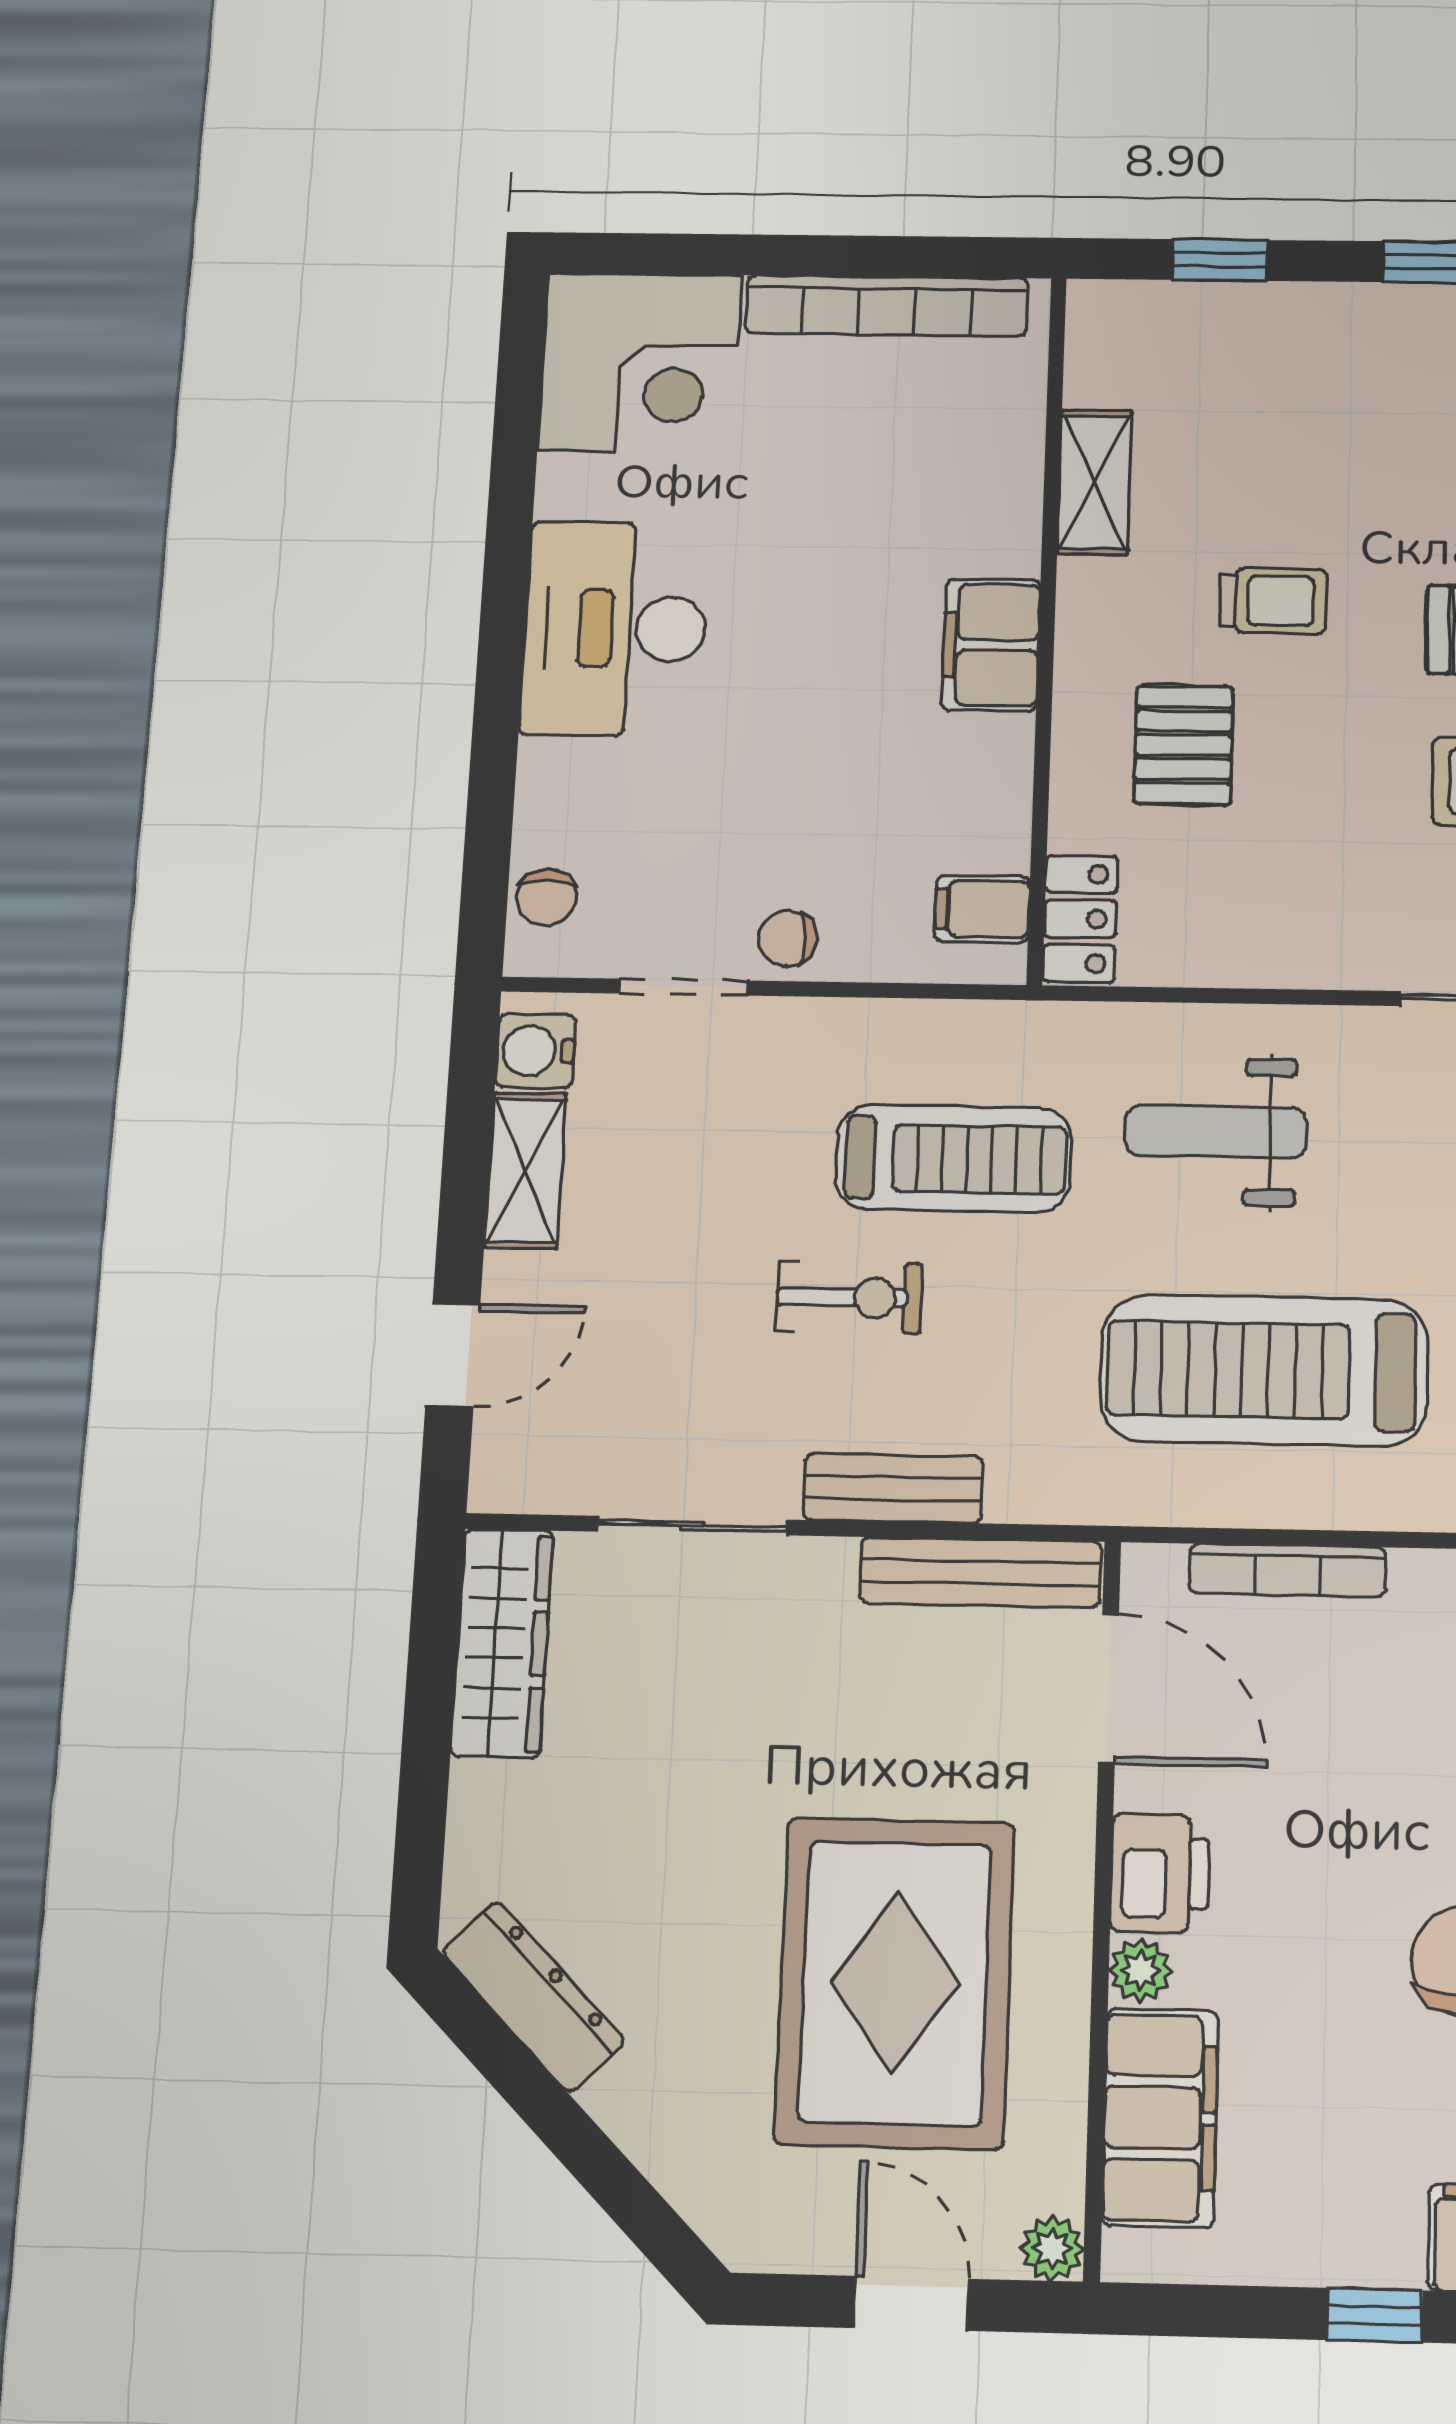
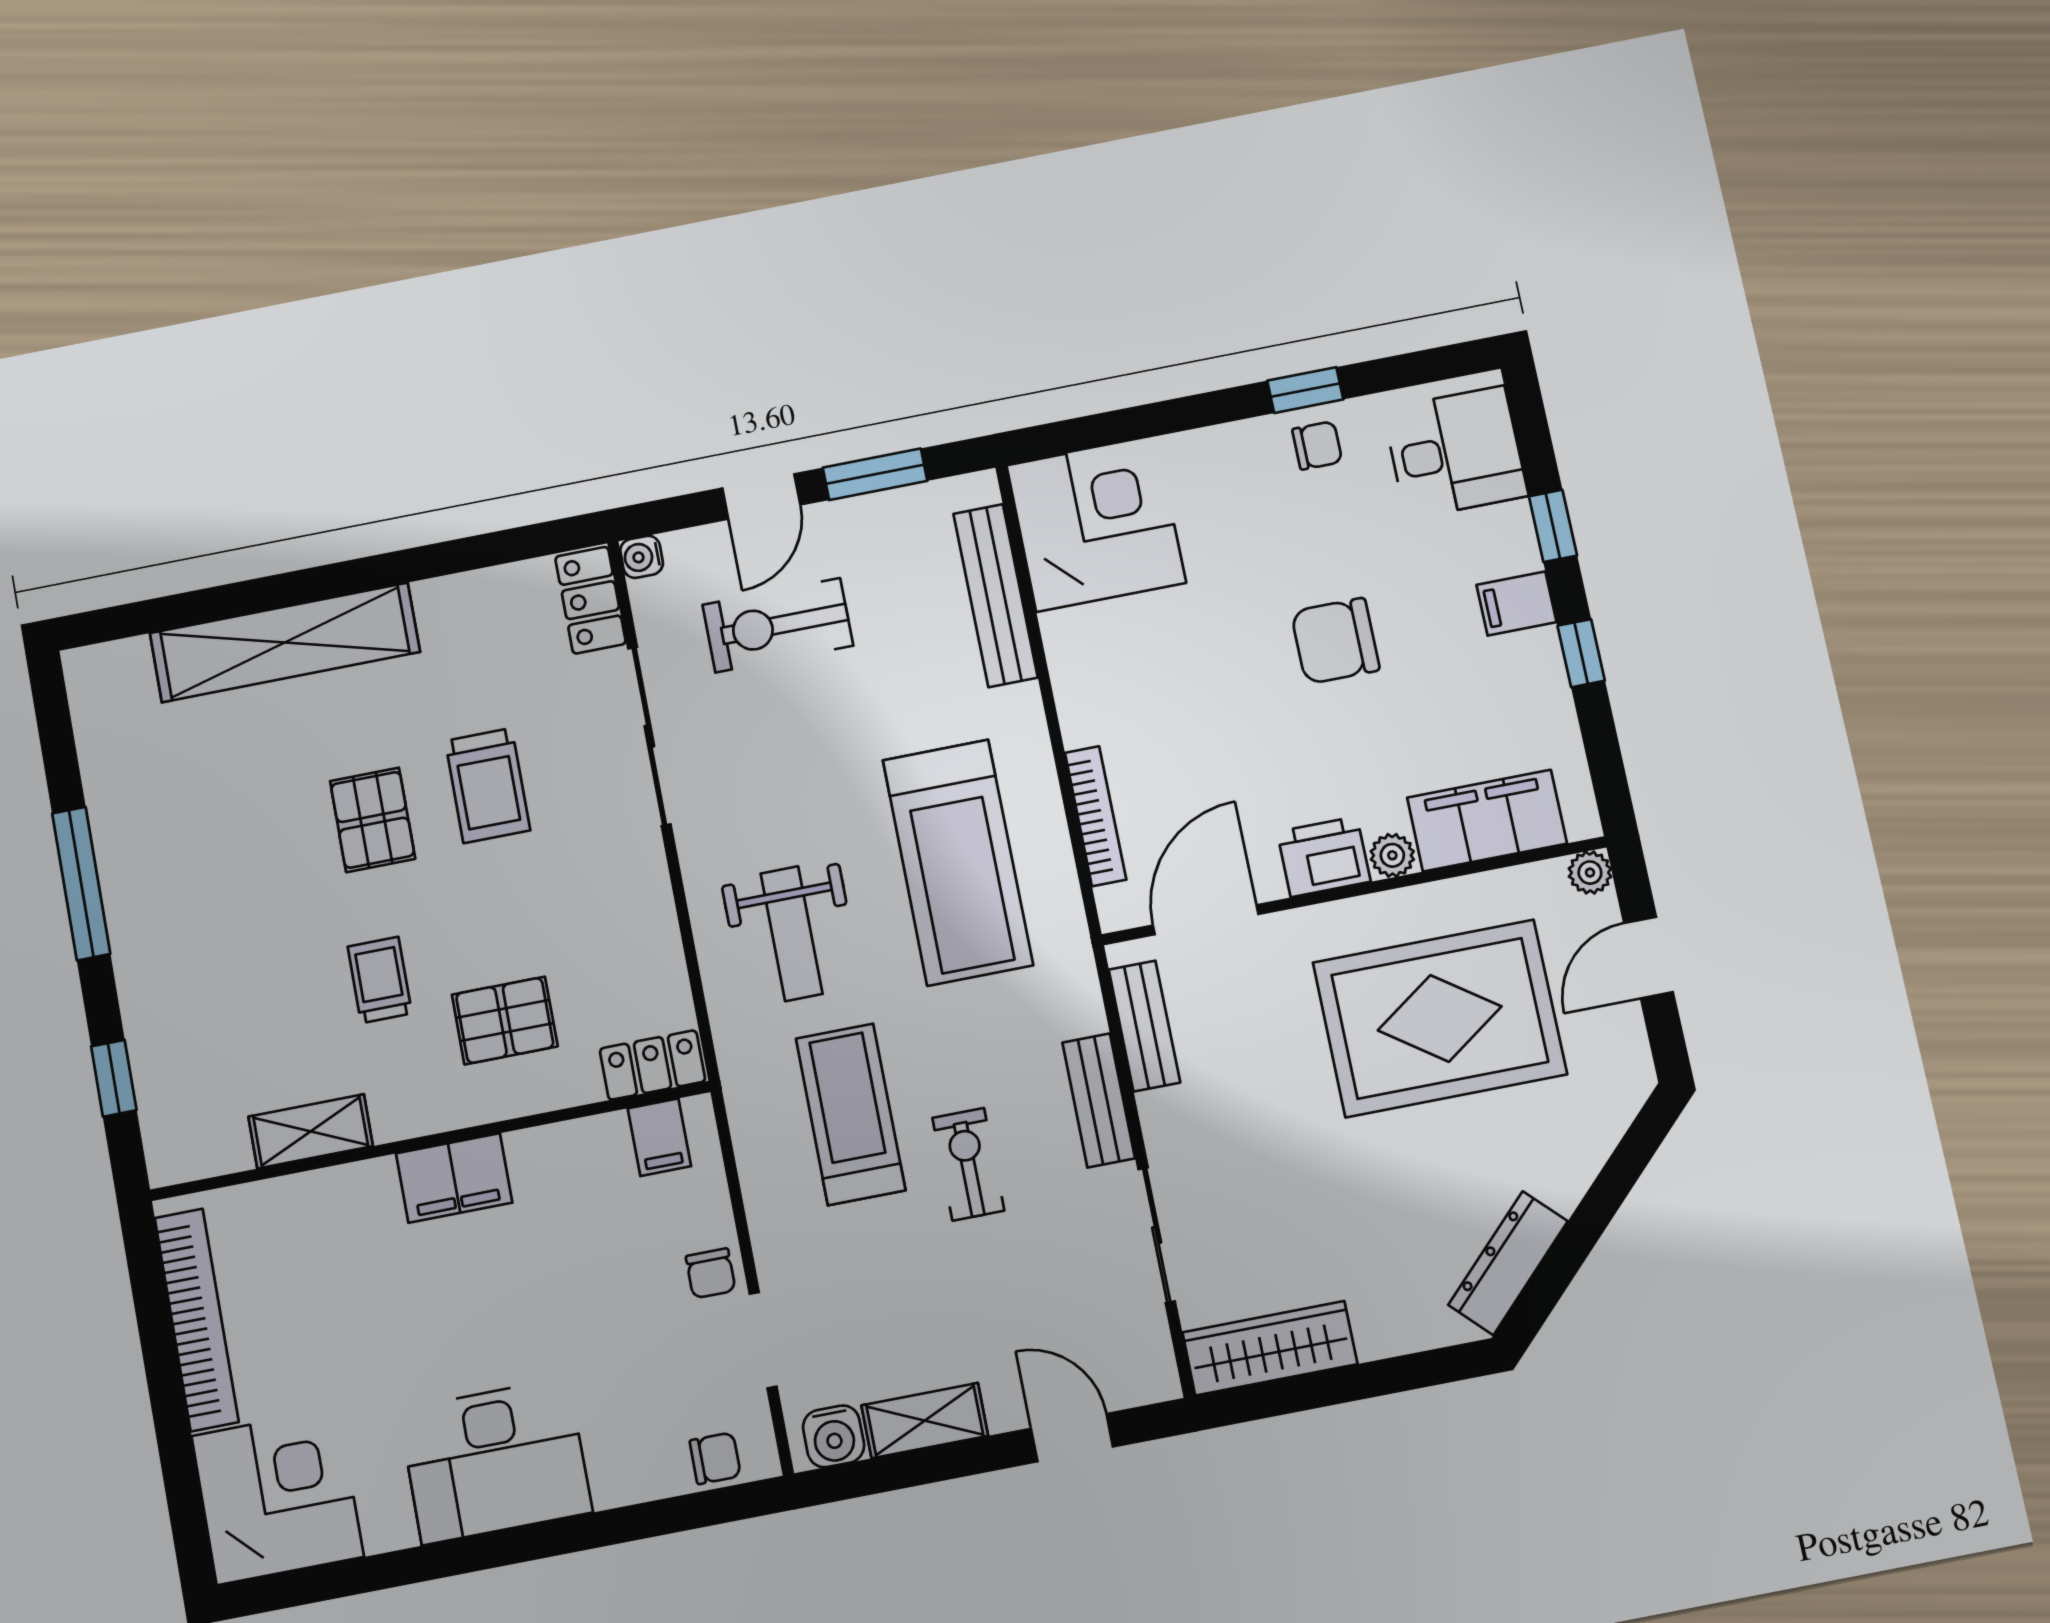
bench: (981, 1572) -> (1144, 1026), width x0.73

